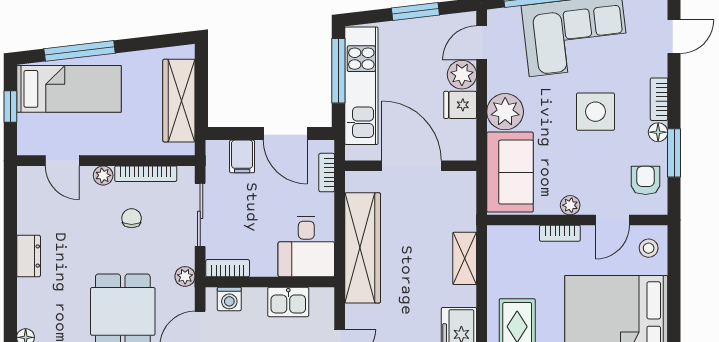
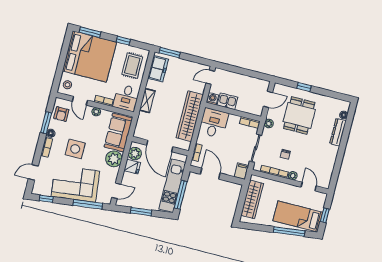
plant: (462, 75) -> (135, 154), moved
filing cabinet: (242, 156) -> (241, 171), moved
door: (612, 220) -> (80, 101), swing flipped
desk: (512, 253) -> (126, 98), added
dresser: (29, 256) -> (338, 132), moved, width x1.44
washing machine: (229, 299) -> (212, 99), moved

